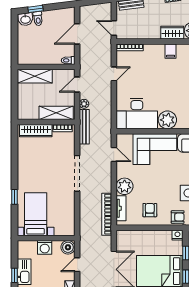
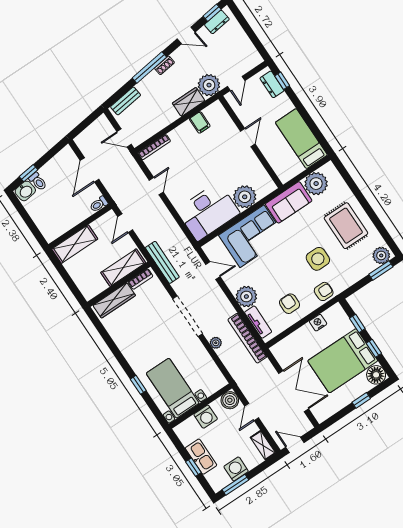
plant: (84, 104) -> (216, 343), moved
nightstand: (177, 235) -> (318, 323), moved

